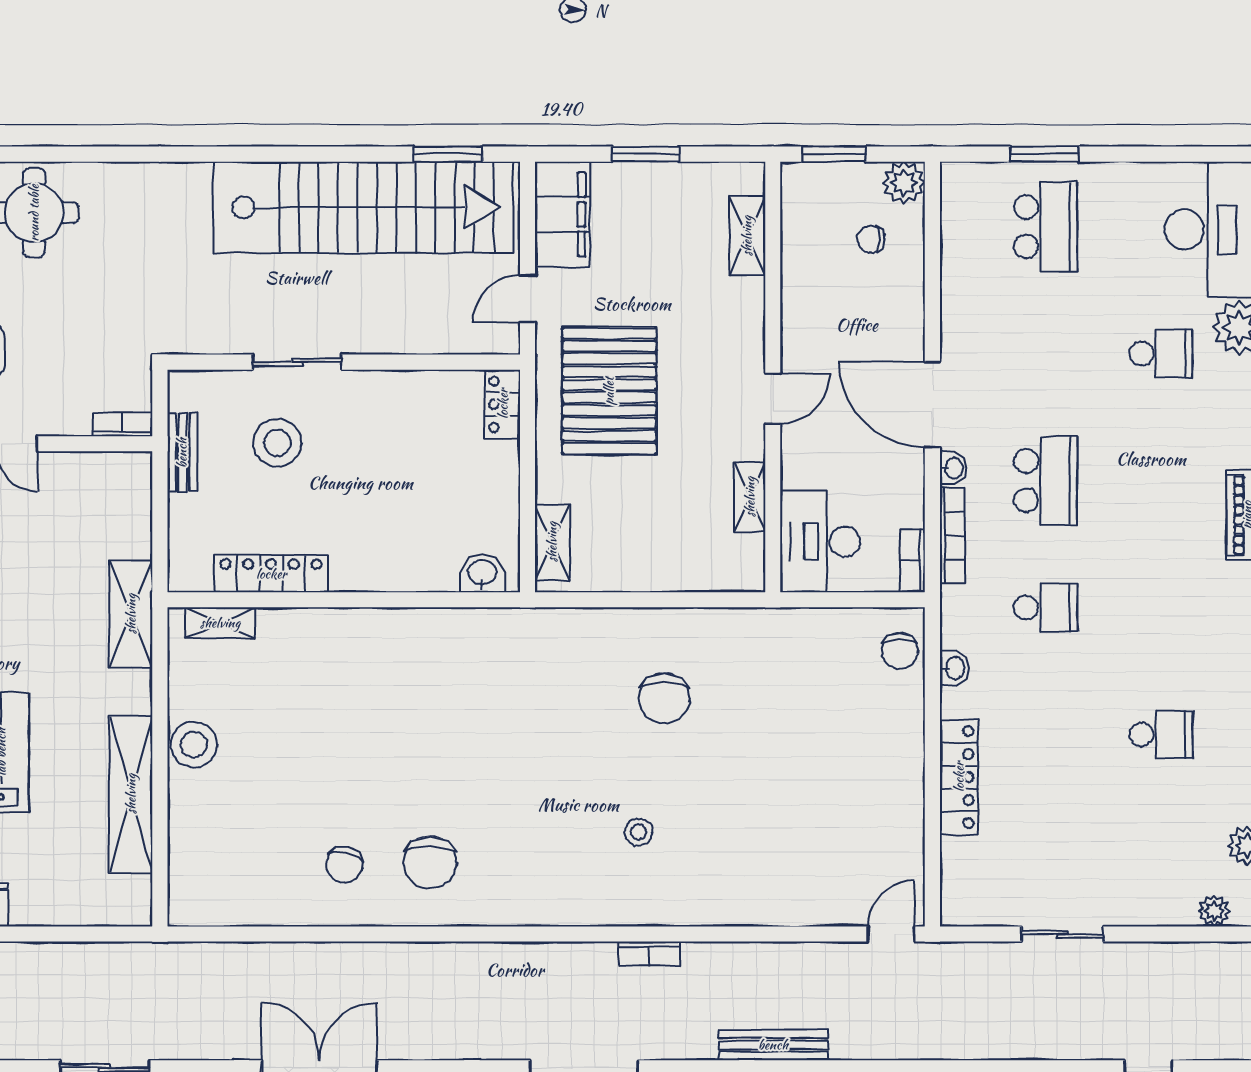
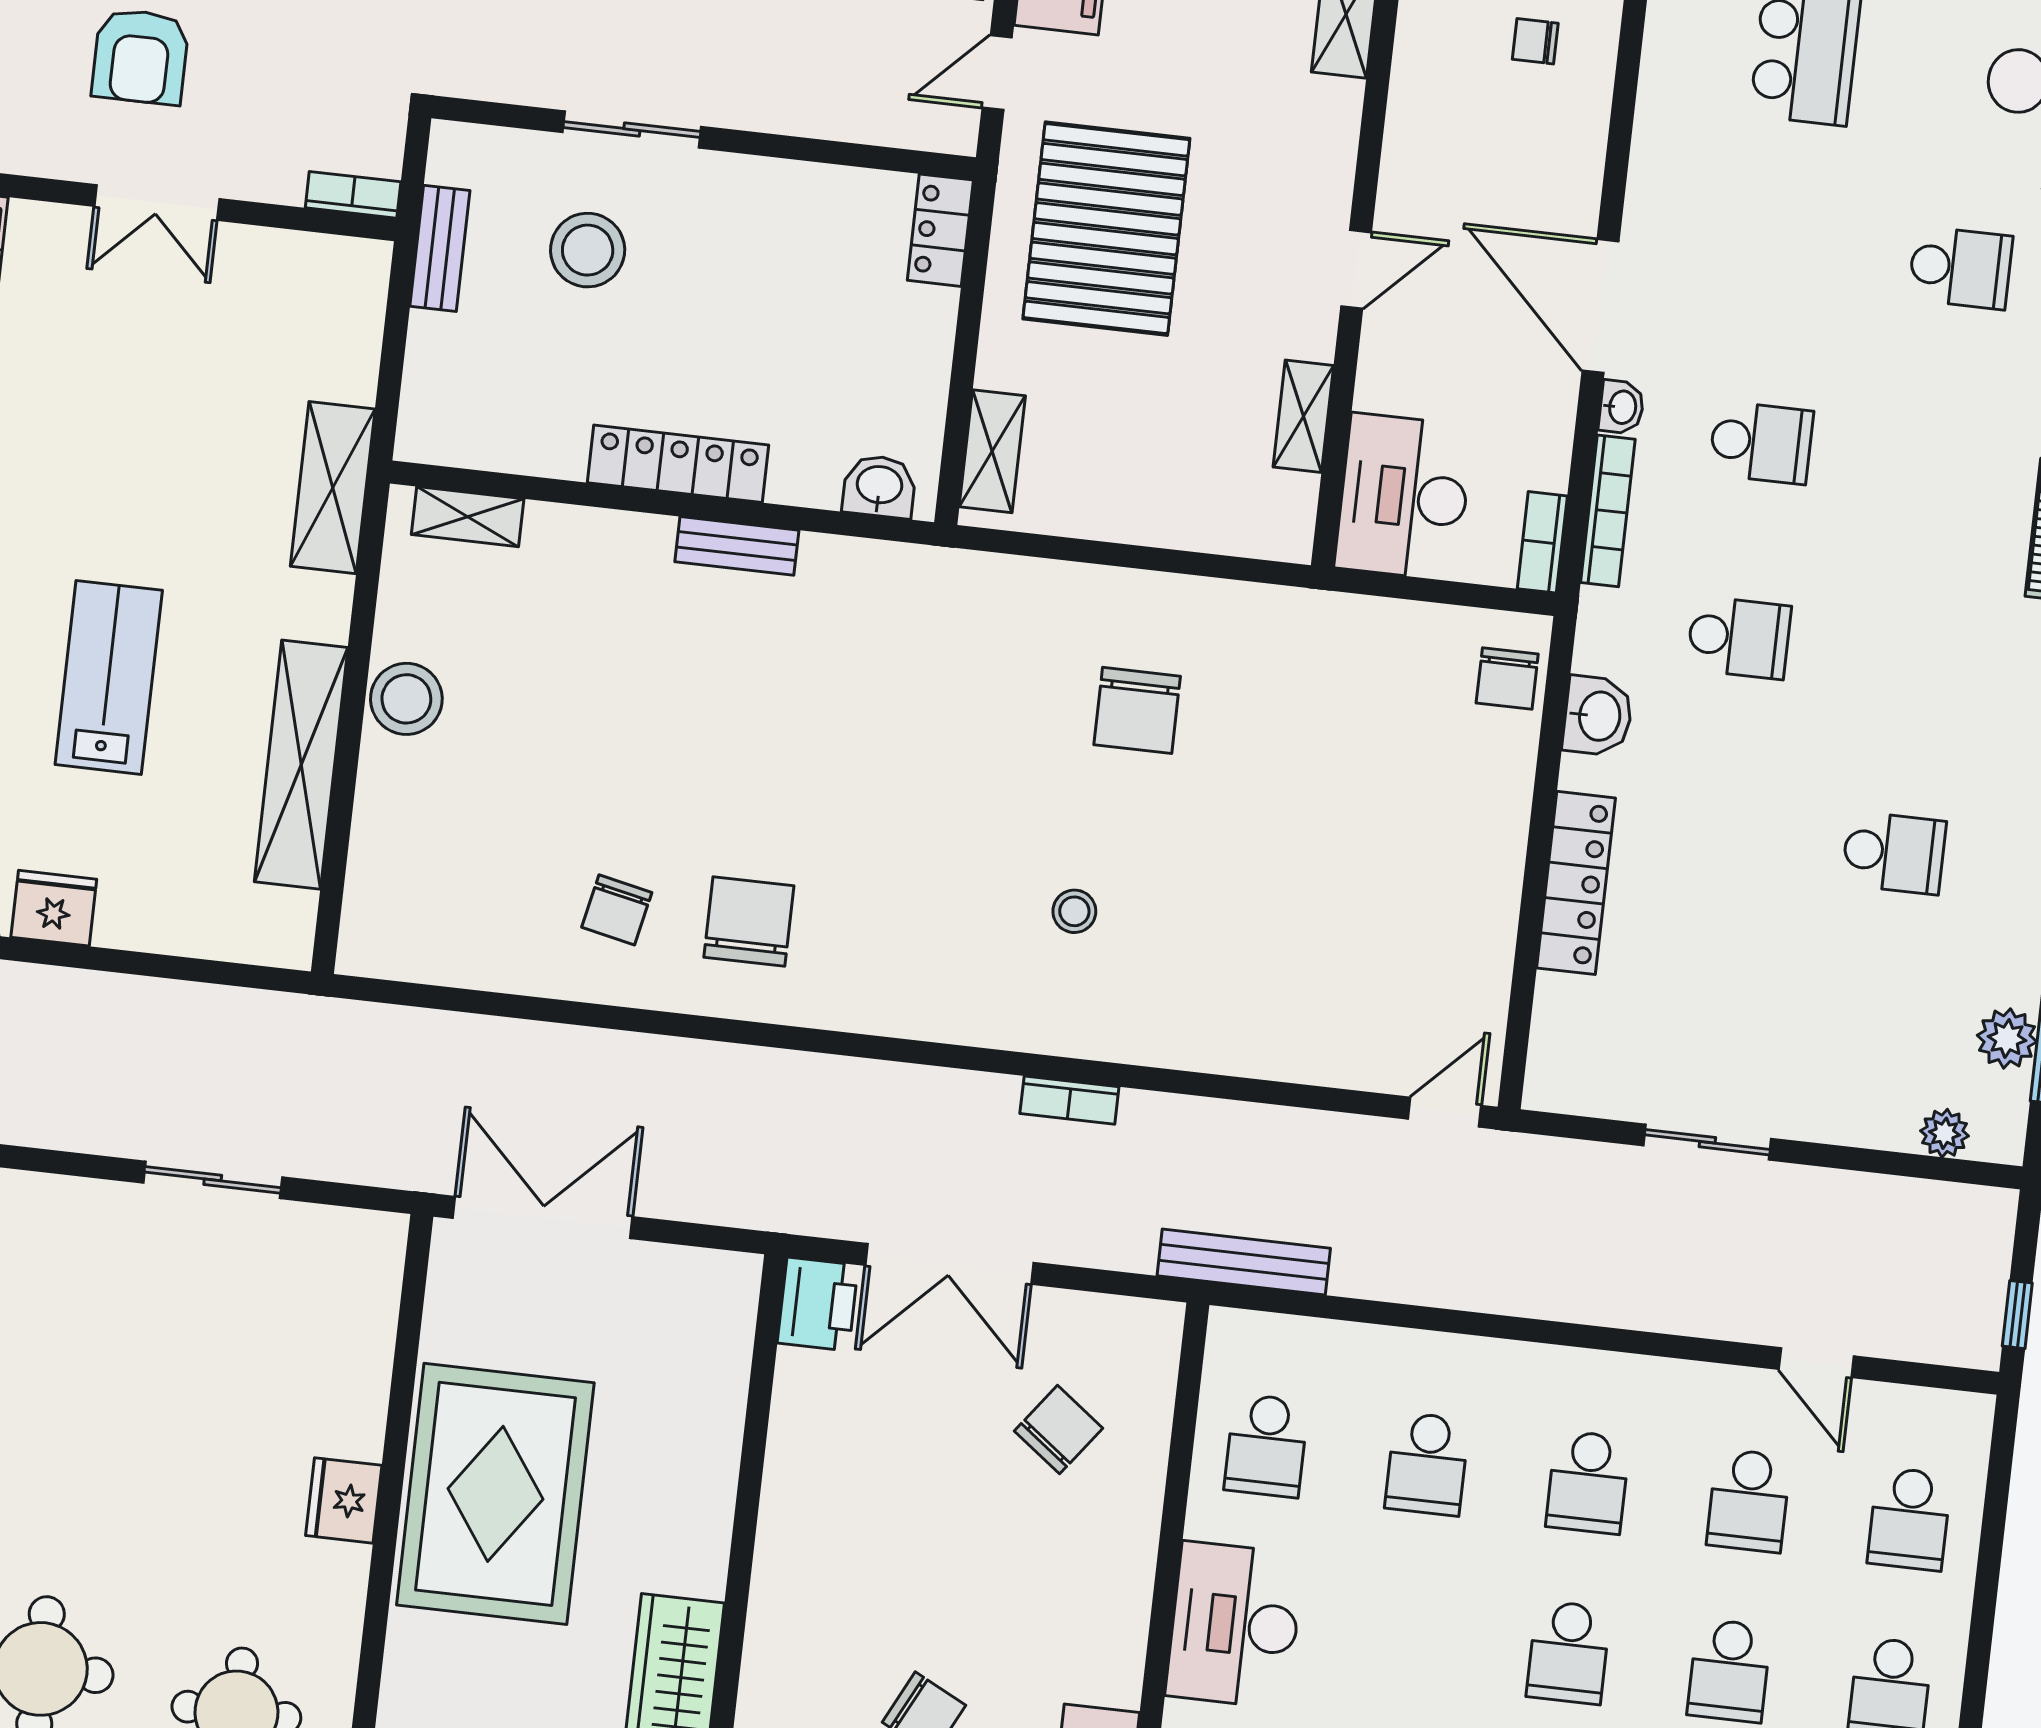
school desk: (1046, 481) -> (1761, 443), width x0.54
locker: (271, 574) -> (678, 464), moved
bench: (395, 622) -> (737, 546), added
washbasin: (954, 668) -> (1598, 716), width x1.38, depth x1.45
chair: (430, 862) -> (749, 922), turned 180

